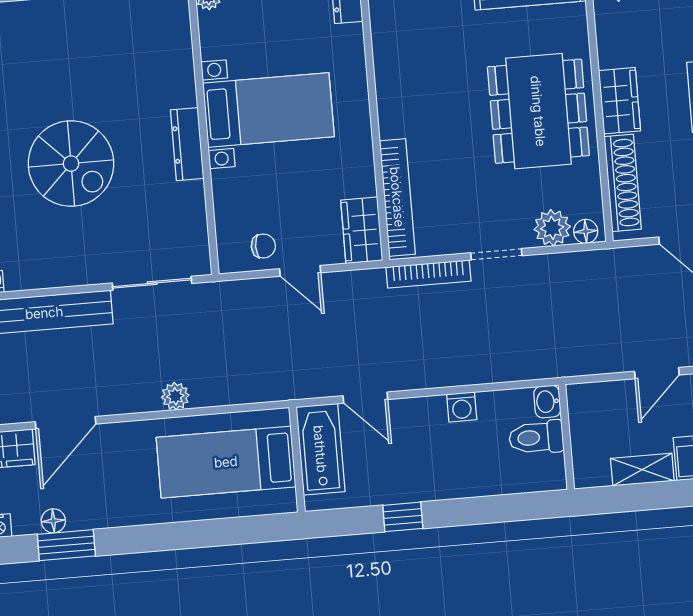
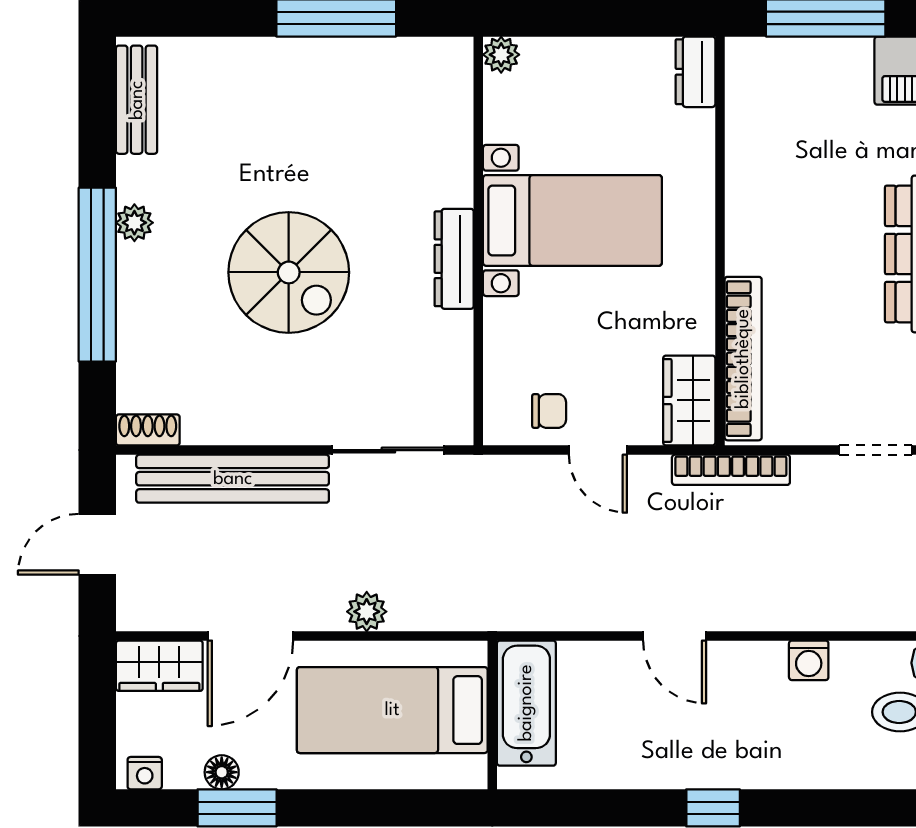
bookcase: (428, 274) -> (731, 470), moved
plant: (175, 396) -> (367, 612), moved
bathtub: (320, 449) -> (526, 703), moved
wall: (297, 460) -> (492, 715), moved
bed: (226, 462) -> (392, 710), moved

